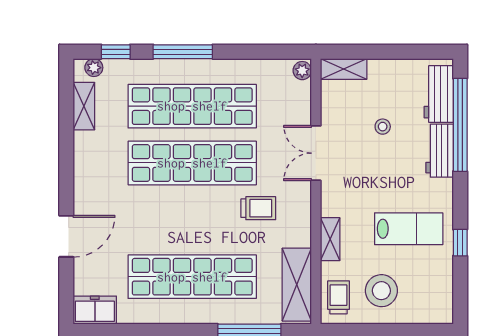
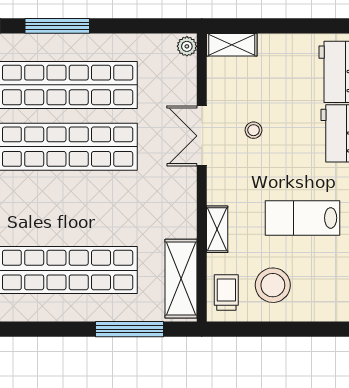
stool: (383, 127) -> (254, 130), moved
trolley: (258, 208) -> (139, 196), removed
lab bench: (409, 229) -> (302, 218), turned 180

